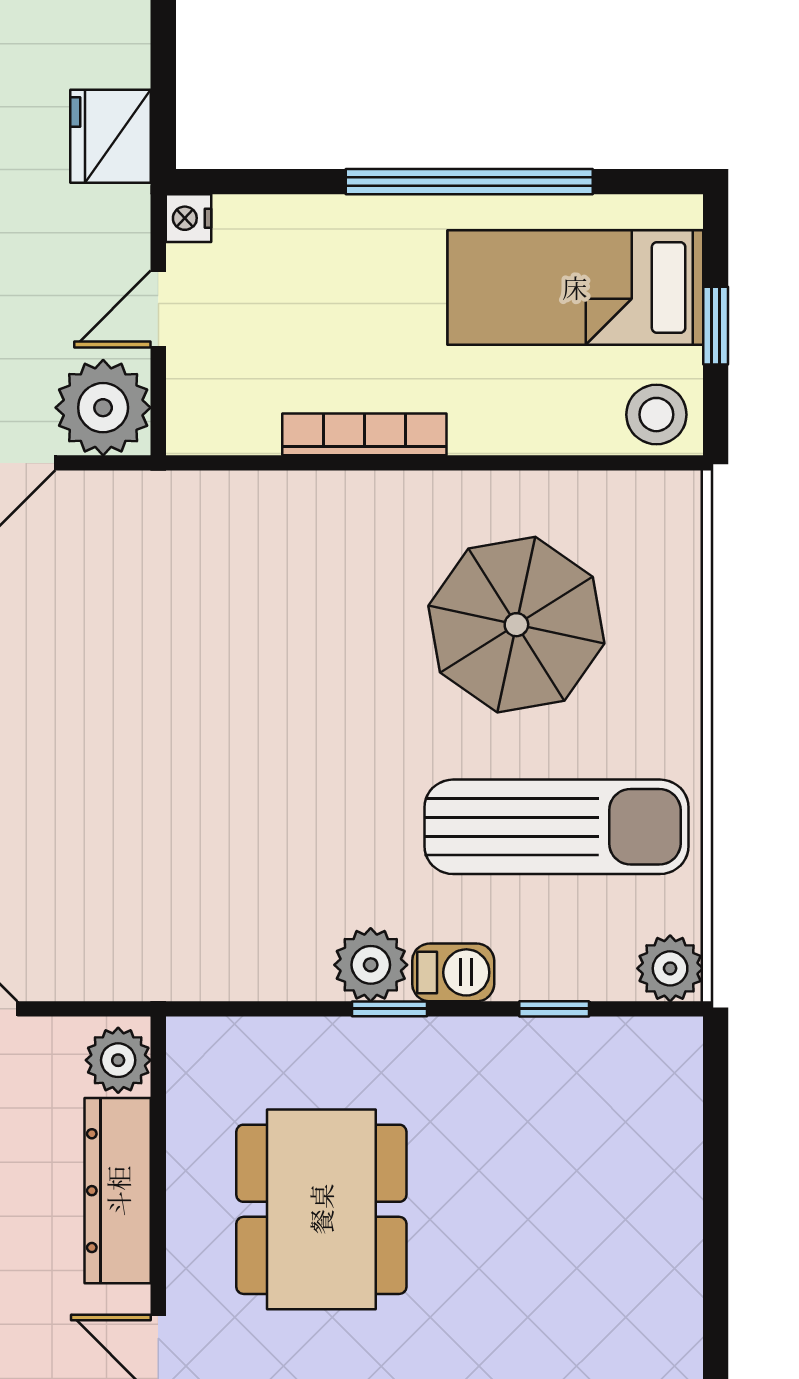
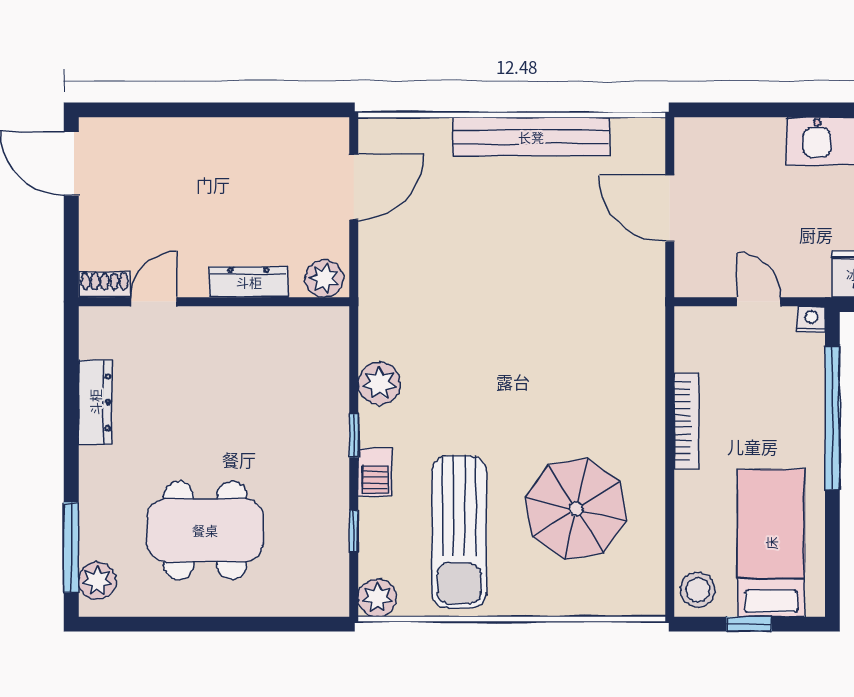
window: (469, 182) -> (832, 418), moved
plant: (103, 408) -> (702, 270), removed
plant: (371, 965) -> (379, 383), moved
dresser: (118, 1191) -> (249, 282), width x0.73, depth x0.80
dining table: (321, 1209) -> (205, 530), moved

